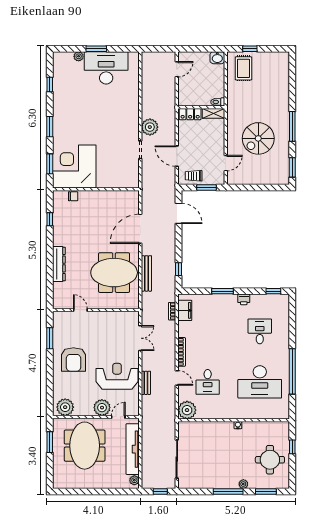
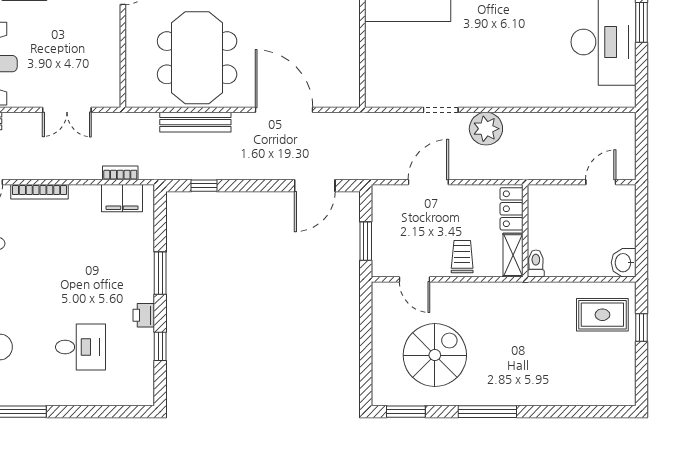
door: (177, 69) -> (601, 182), swing flipped
spiral stairs: (258, 138) -> (435, 355), moved, turned 90
trolley: (194, 176) -> (462, 257), moved
window: (273, 291) -> (160, 346), moved

